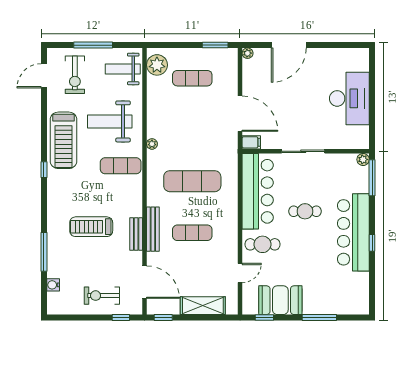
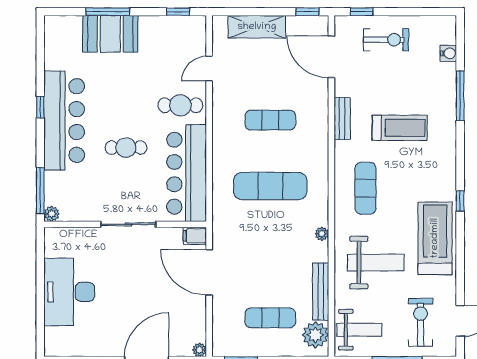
exercise mat: (121, 166) -> (365, 188), moved, turned 90
bench: (153, 229) -> (321, 292), moved
booth: (280, 300) -> (110, 34), moved

